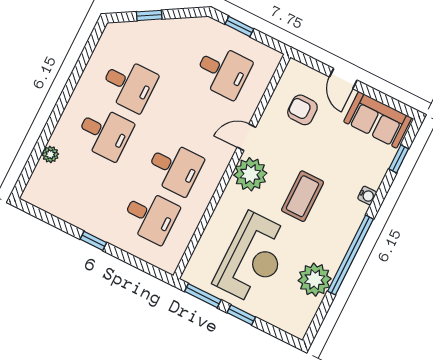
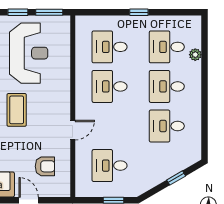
plant: (250, 174) -> (58, 107), removed
desk: (80, 181) -> (167, 47), added
reception desk: (253, 258) -> (29, 53), turned 180

